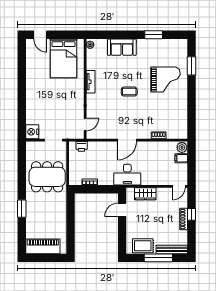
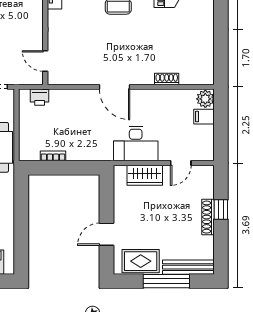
door: (85, 124) -> (45, 61), swing flipped
door: (127, 140) -> (115, 87), hinge flipped
desk: (127, 175) -> (136, 144), moved
door: (179, 186) -> (181, 163), moved
door: (122, 210) -> (107, 234), moved

